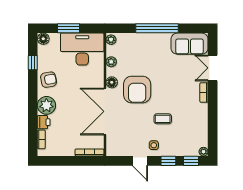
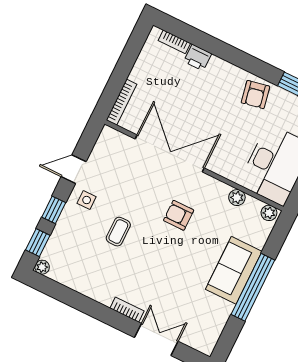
sofa: (190, 44) -> (234, 270), moved
floor lamp: (112, 82) -> (207, 184), removed
armchair: (137, 90) -> (179, 215), width x0.53, depth x0.53
plant: (46, 105) -> (220, 73), removed

